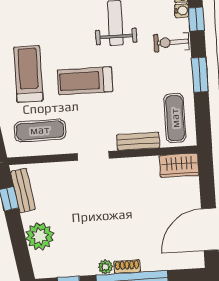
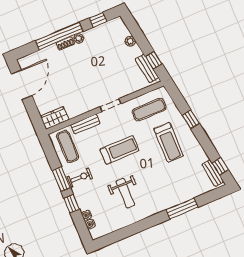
window: (196, 19) -> (72, 204), moved
exercise bike: (171, 42) -> (80, 178), moved
treadmill: (85, 81) -> (120, 150), moved
plant: (40, 236) -> (130, 41), width x0.53, depth x0.53

